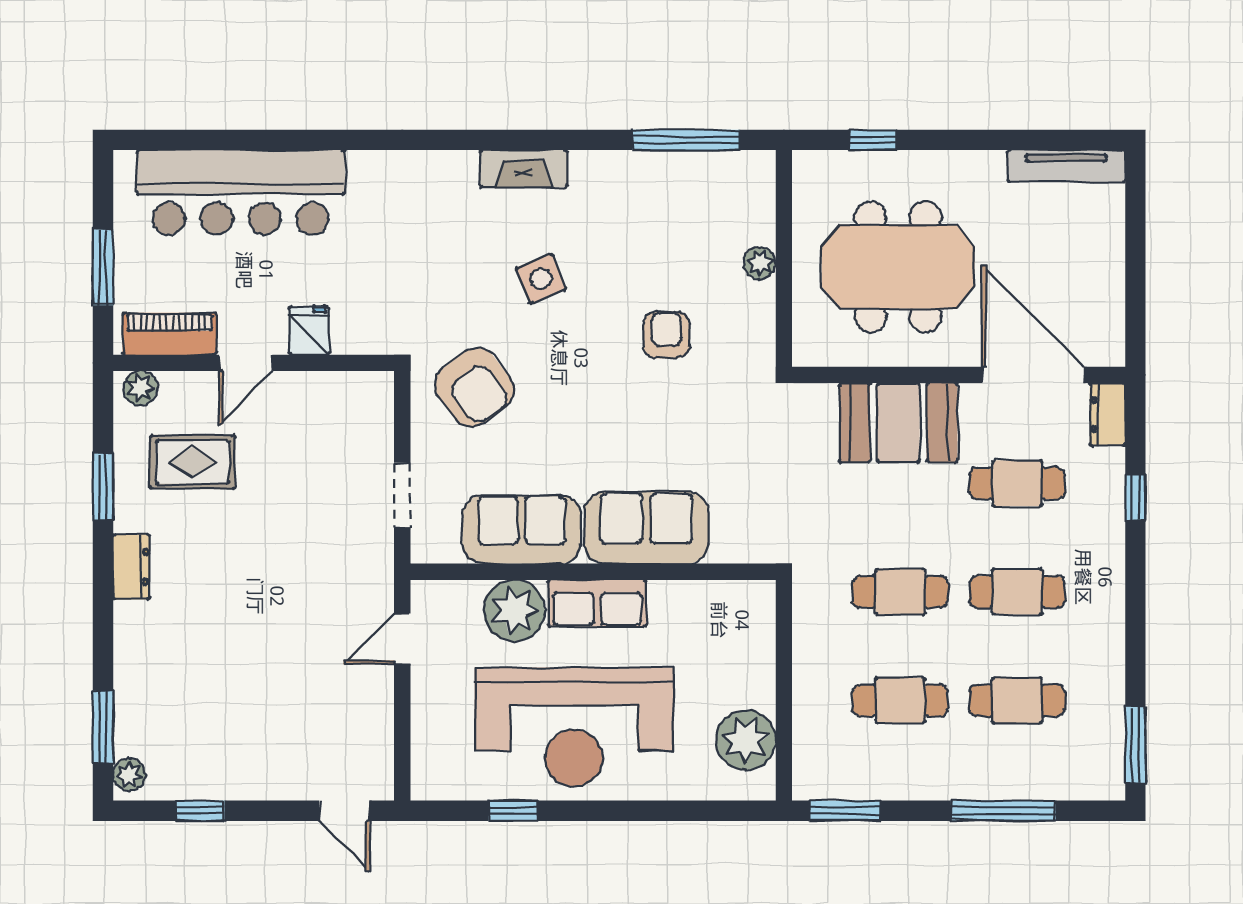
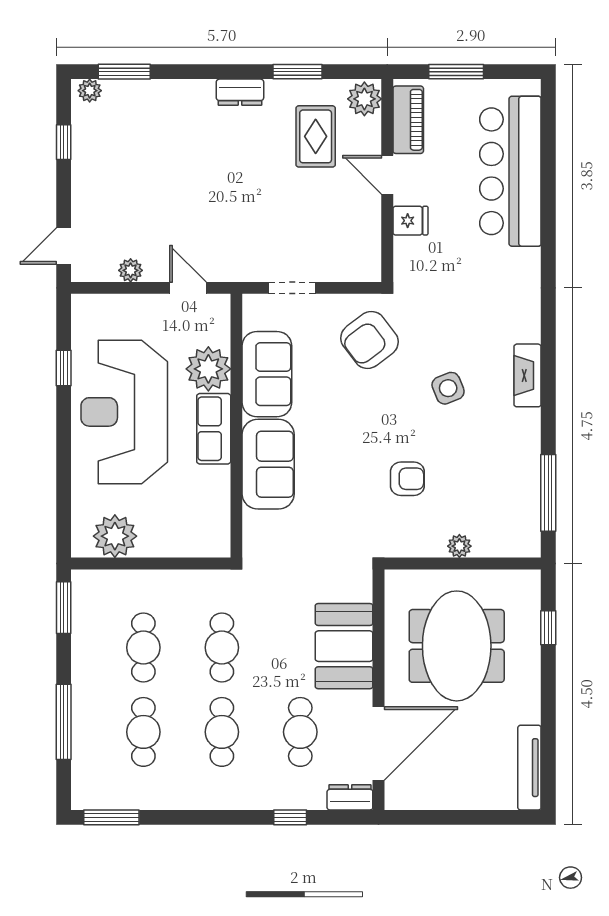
plant: (141, 388) -> (364, 99), width x1.38, depth x1.38
plant: (378, 718) -> (131, 270), added

